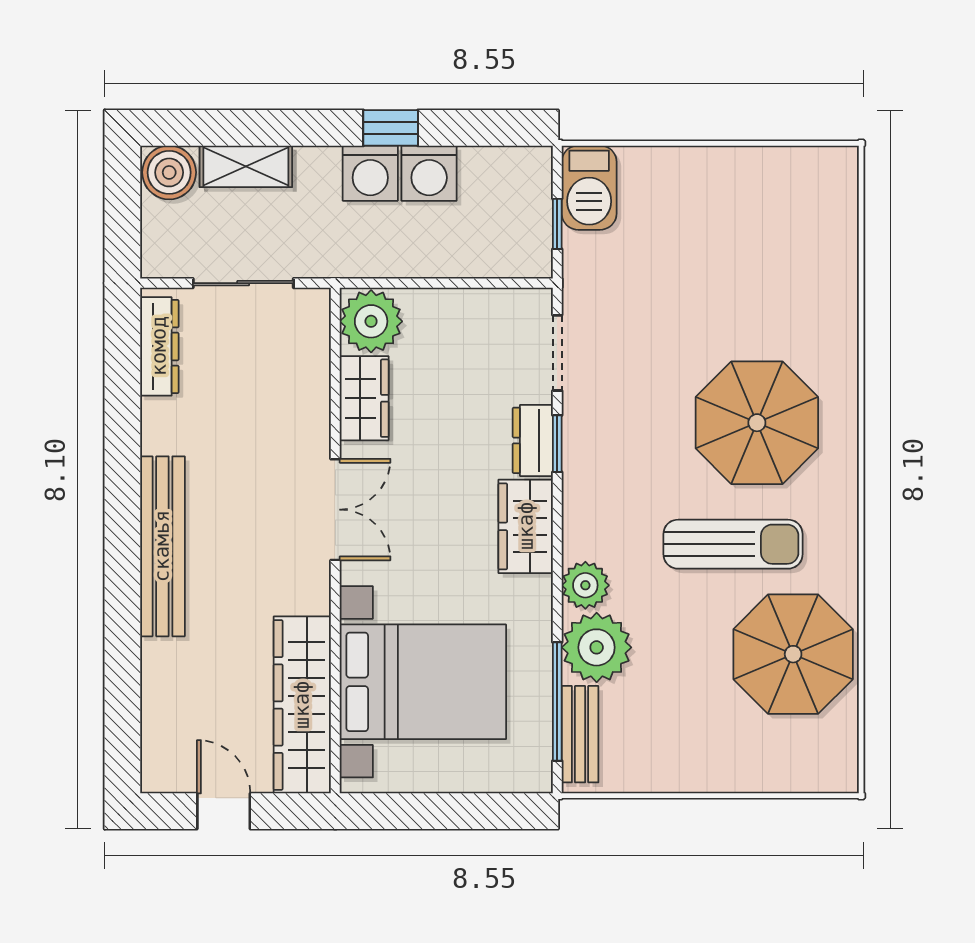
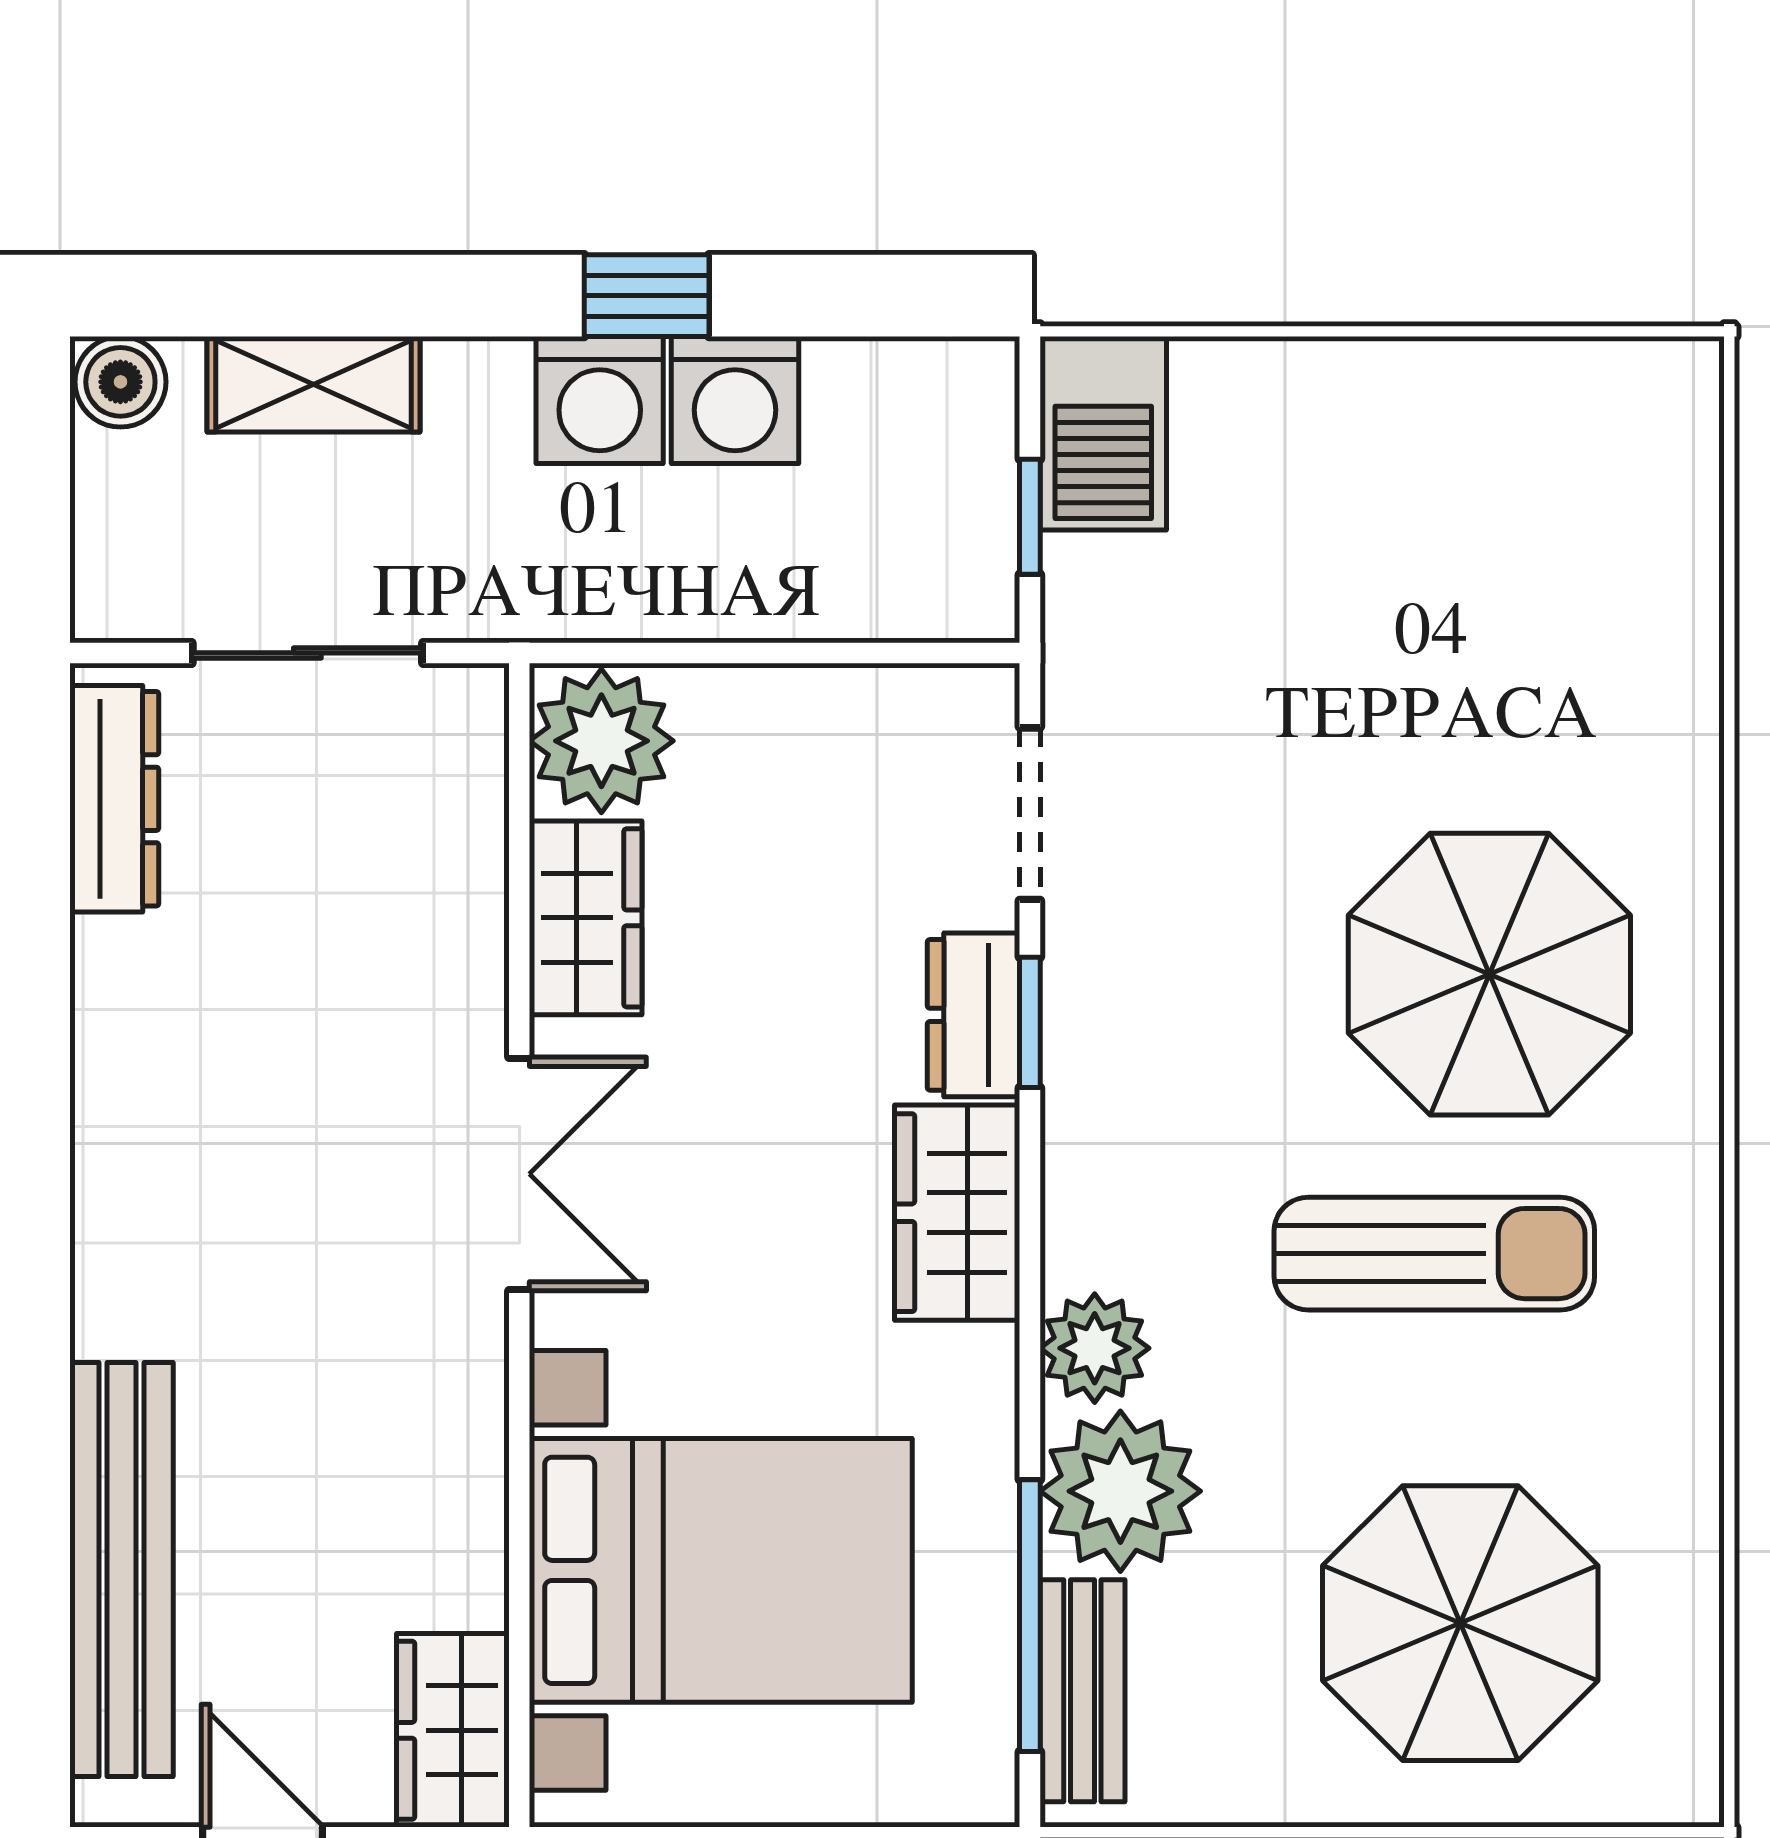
boiler: (169, 172) -> (120, 382), width x0.73, depth x0.73
bench: (162, 546) -> (122, 1569), moved
parasol: (793, 654) -> (1460, 1623), moved
wardrobe: (302, 705) -> (453, 1730), width x0.48, depth x0.85

